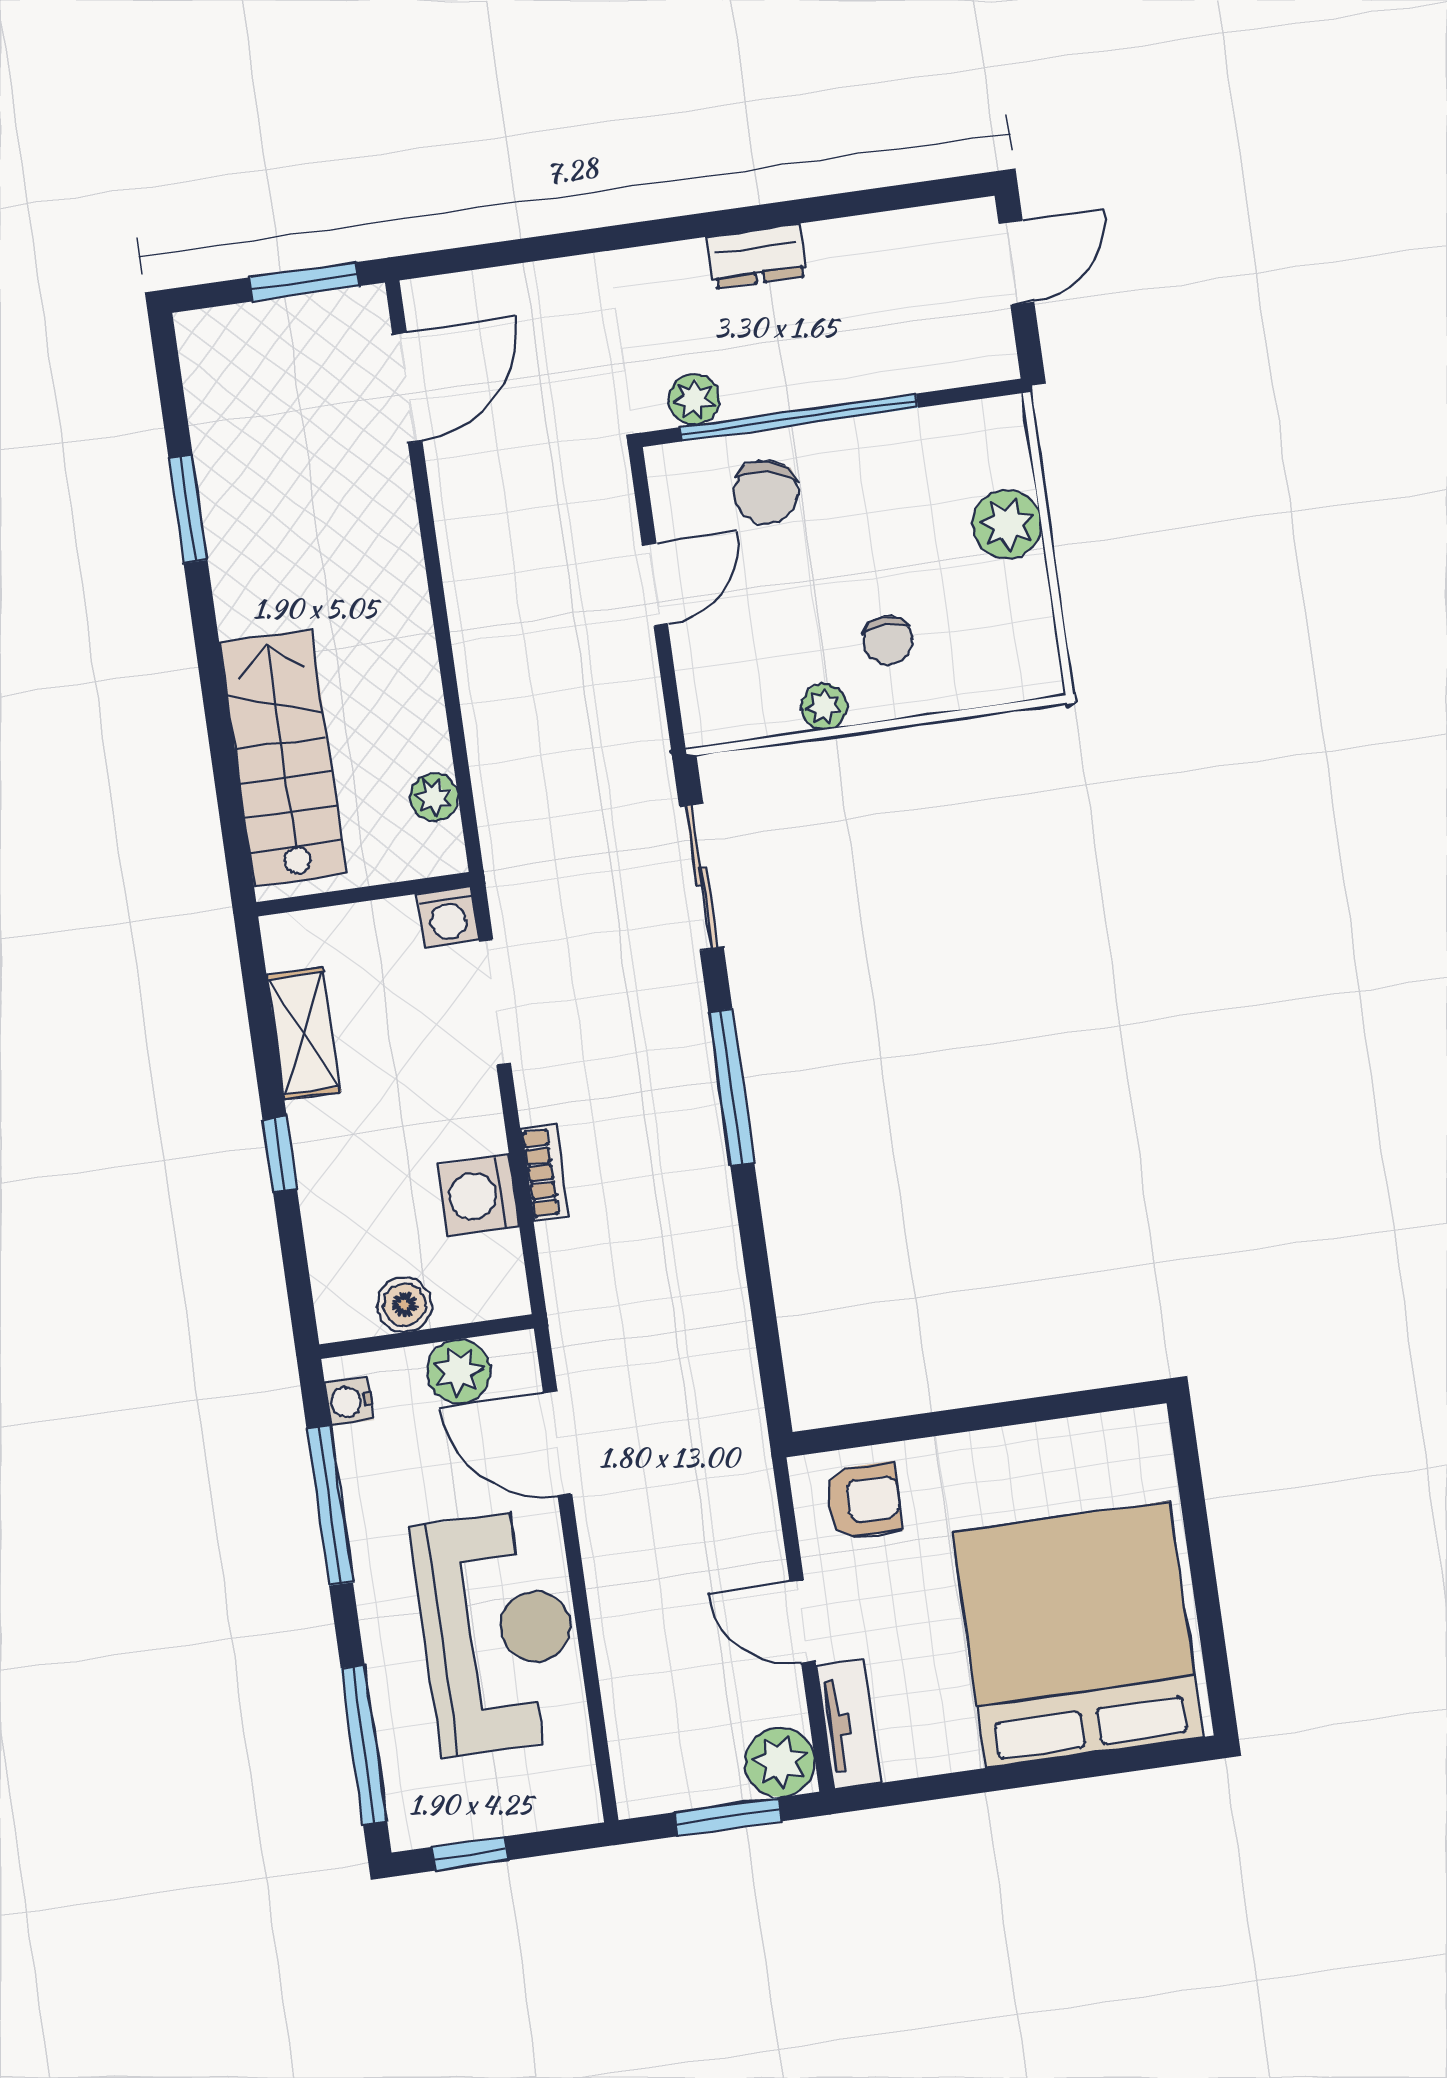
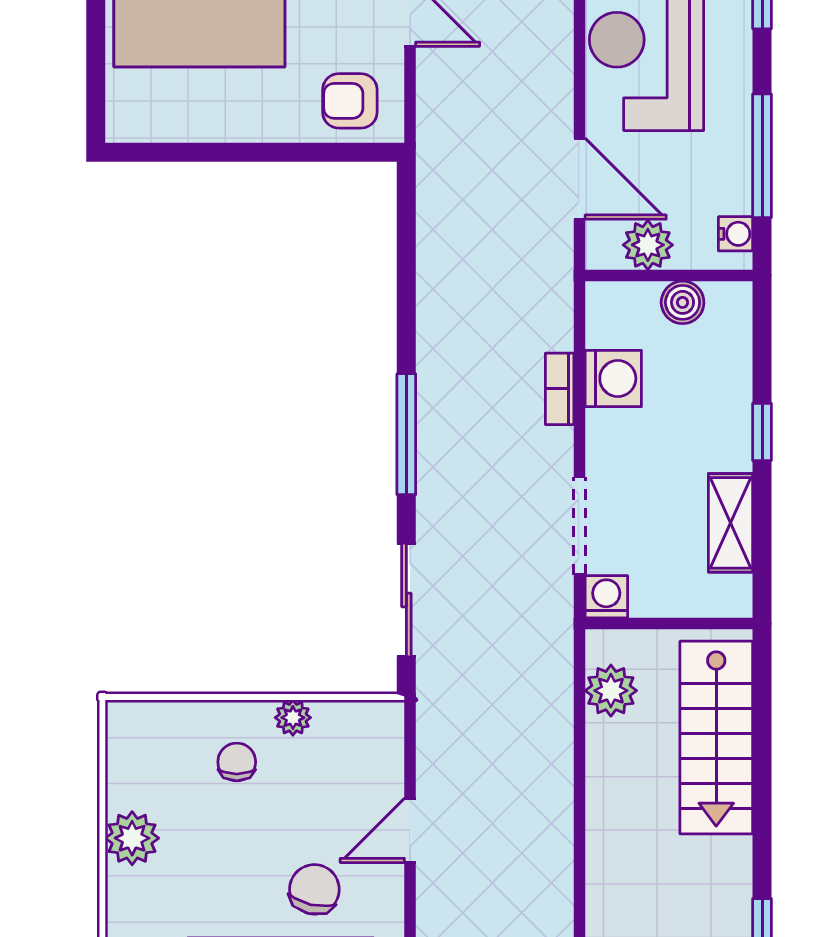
plant: (434, 797) -> (611, 691), width x1.38, depth x1.38

